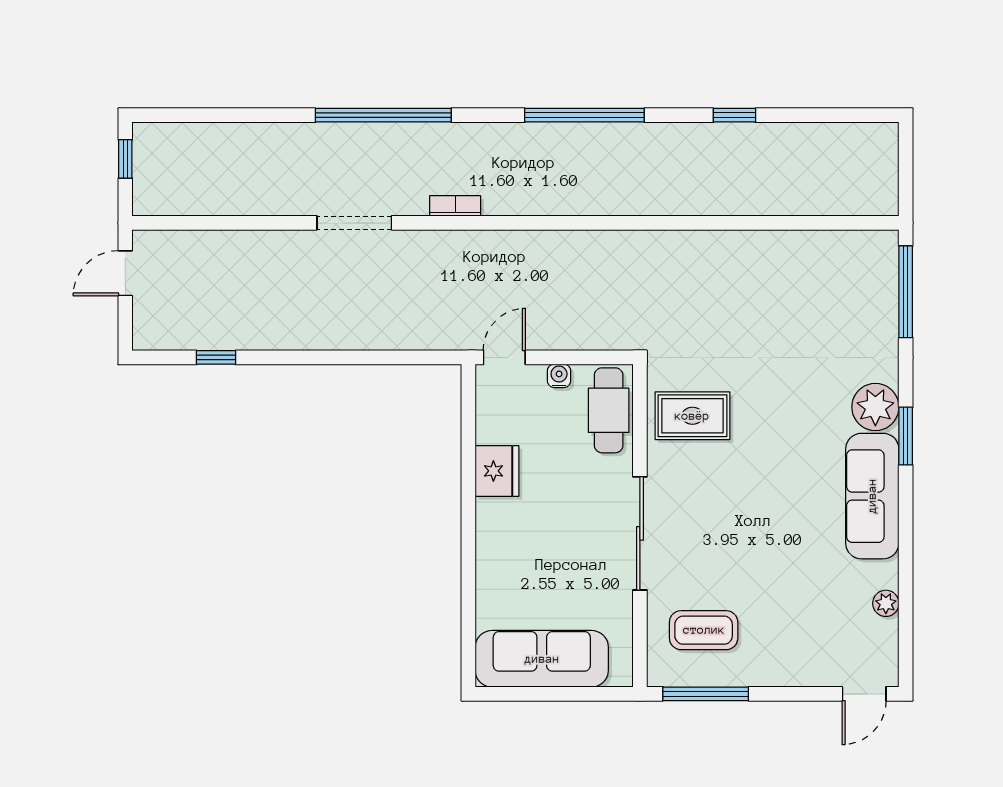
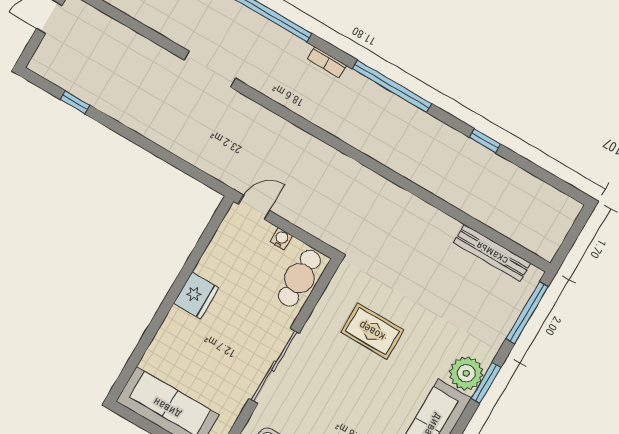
bookcase: (455, 206) -> (327, 62), moved, turned 180
bench: (822, 245) -> (492, 253), added
rug: (692, 416) -> (372, 331), moved
window: (906, 436) -> (486, 383), moved
fridge: (497, 471) -> (196, 295), moved

